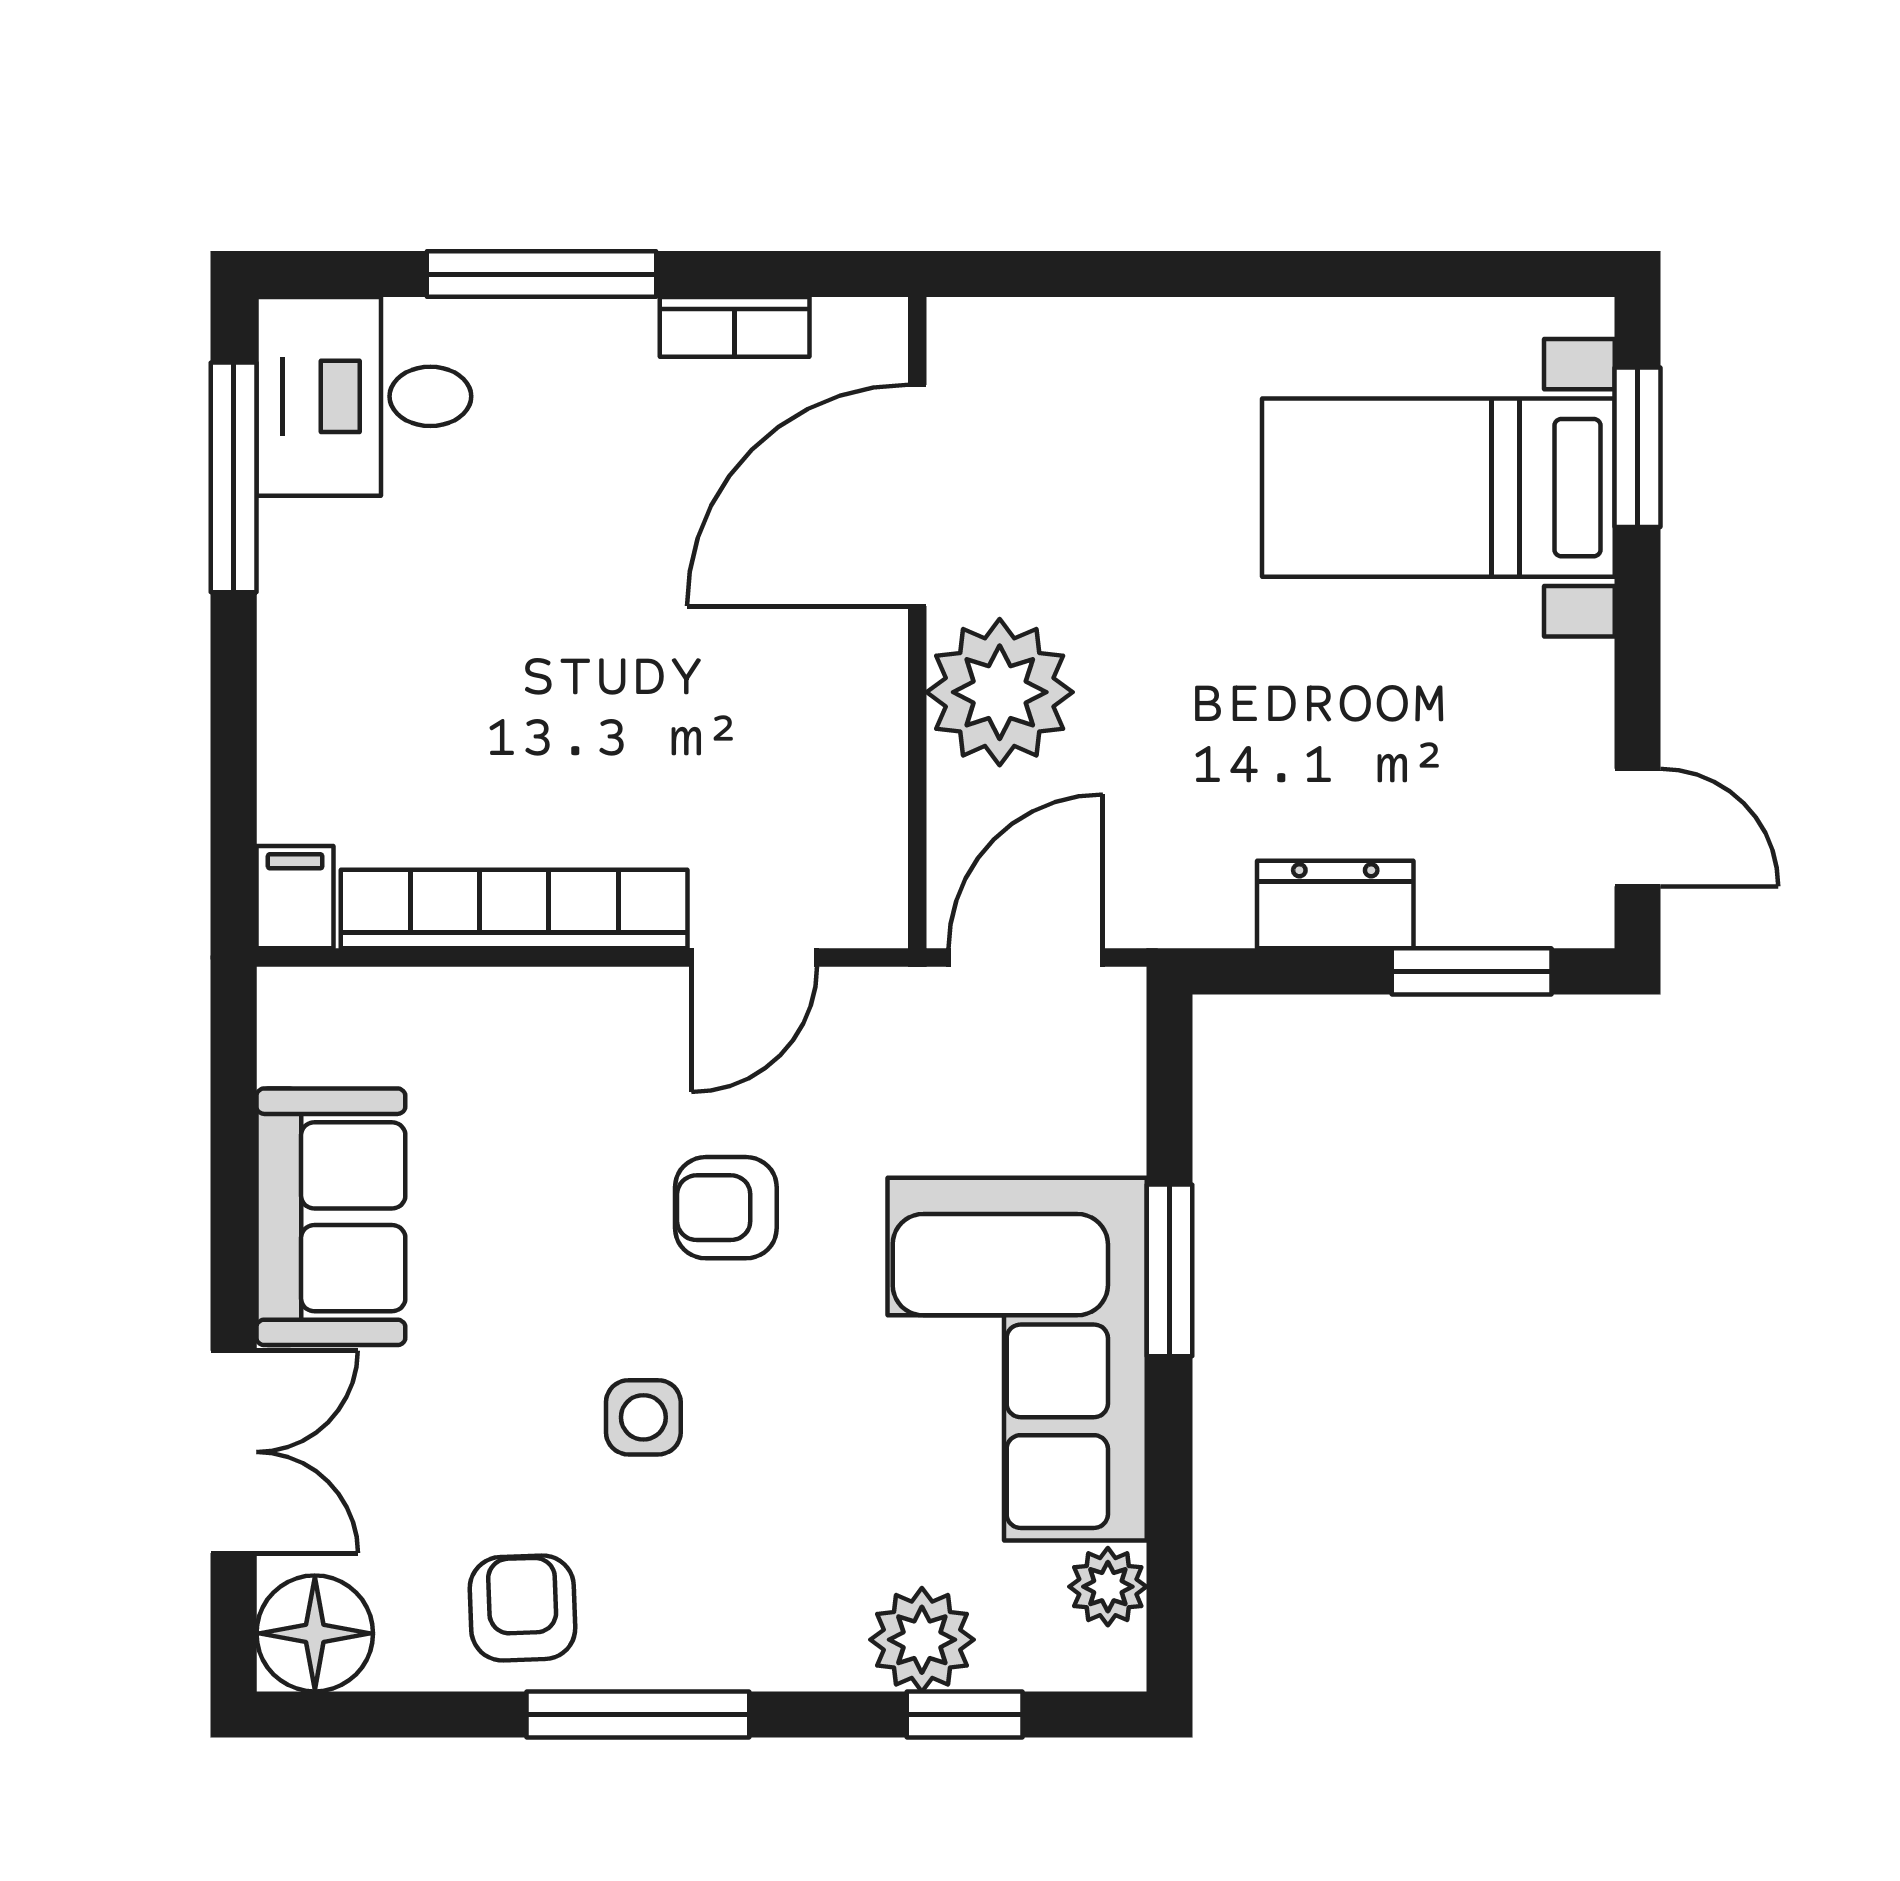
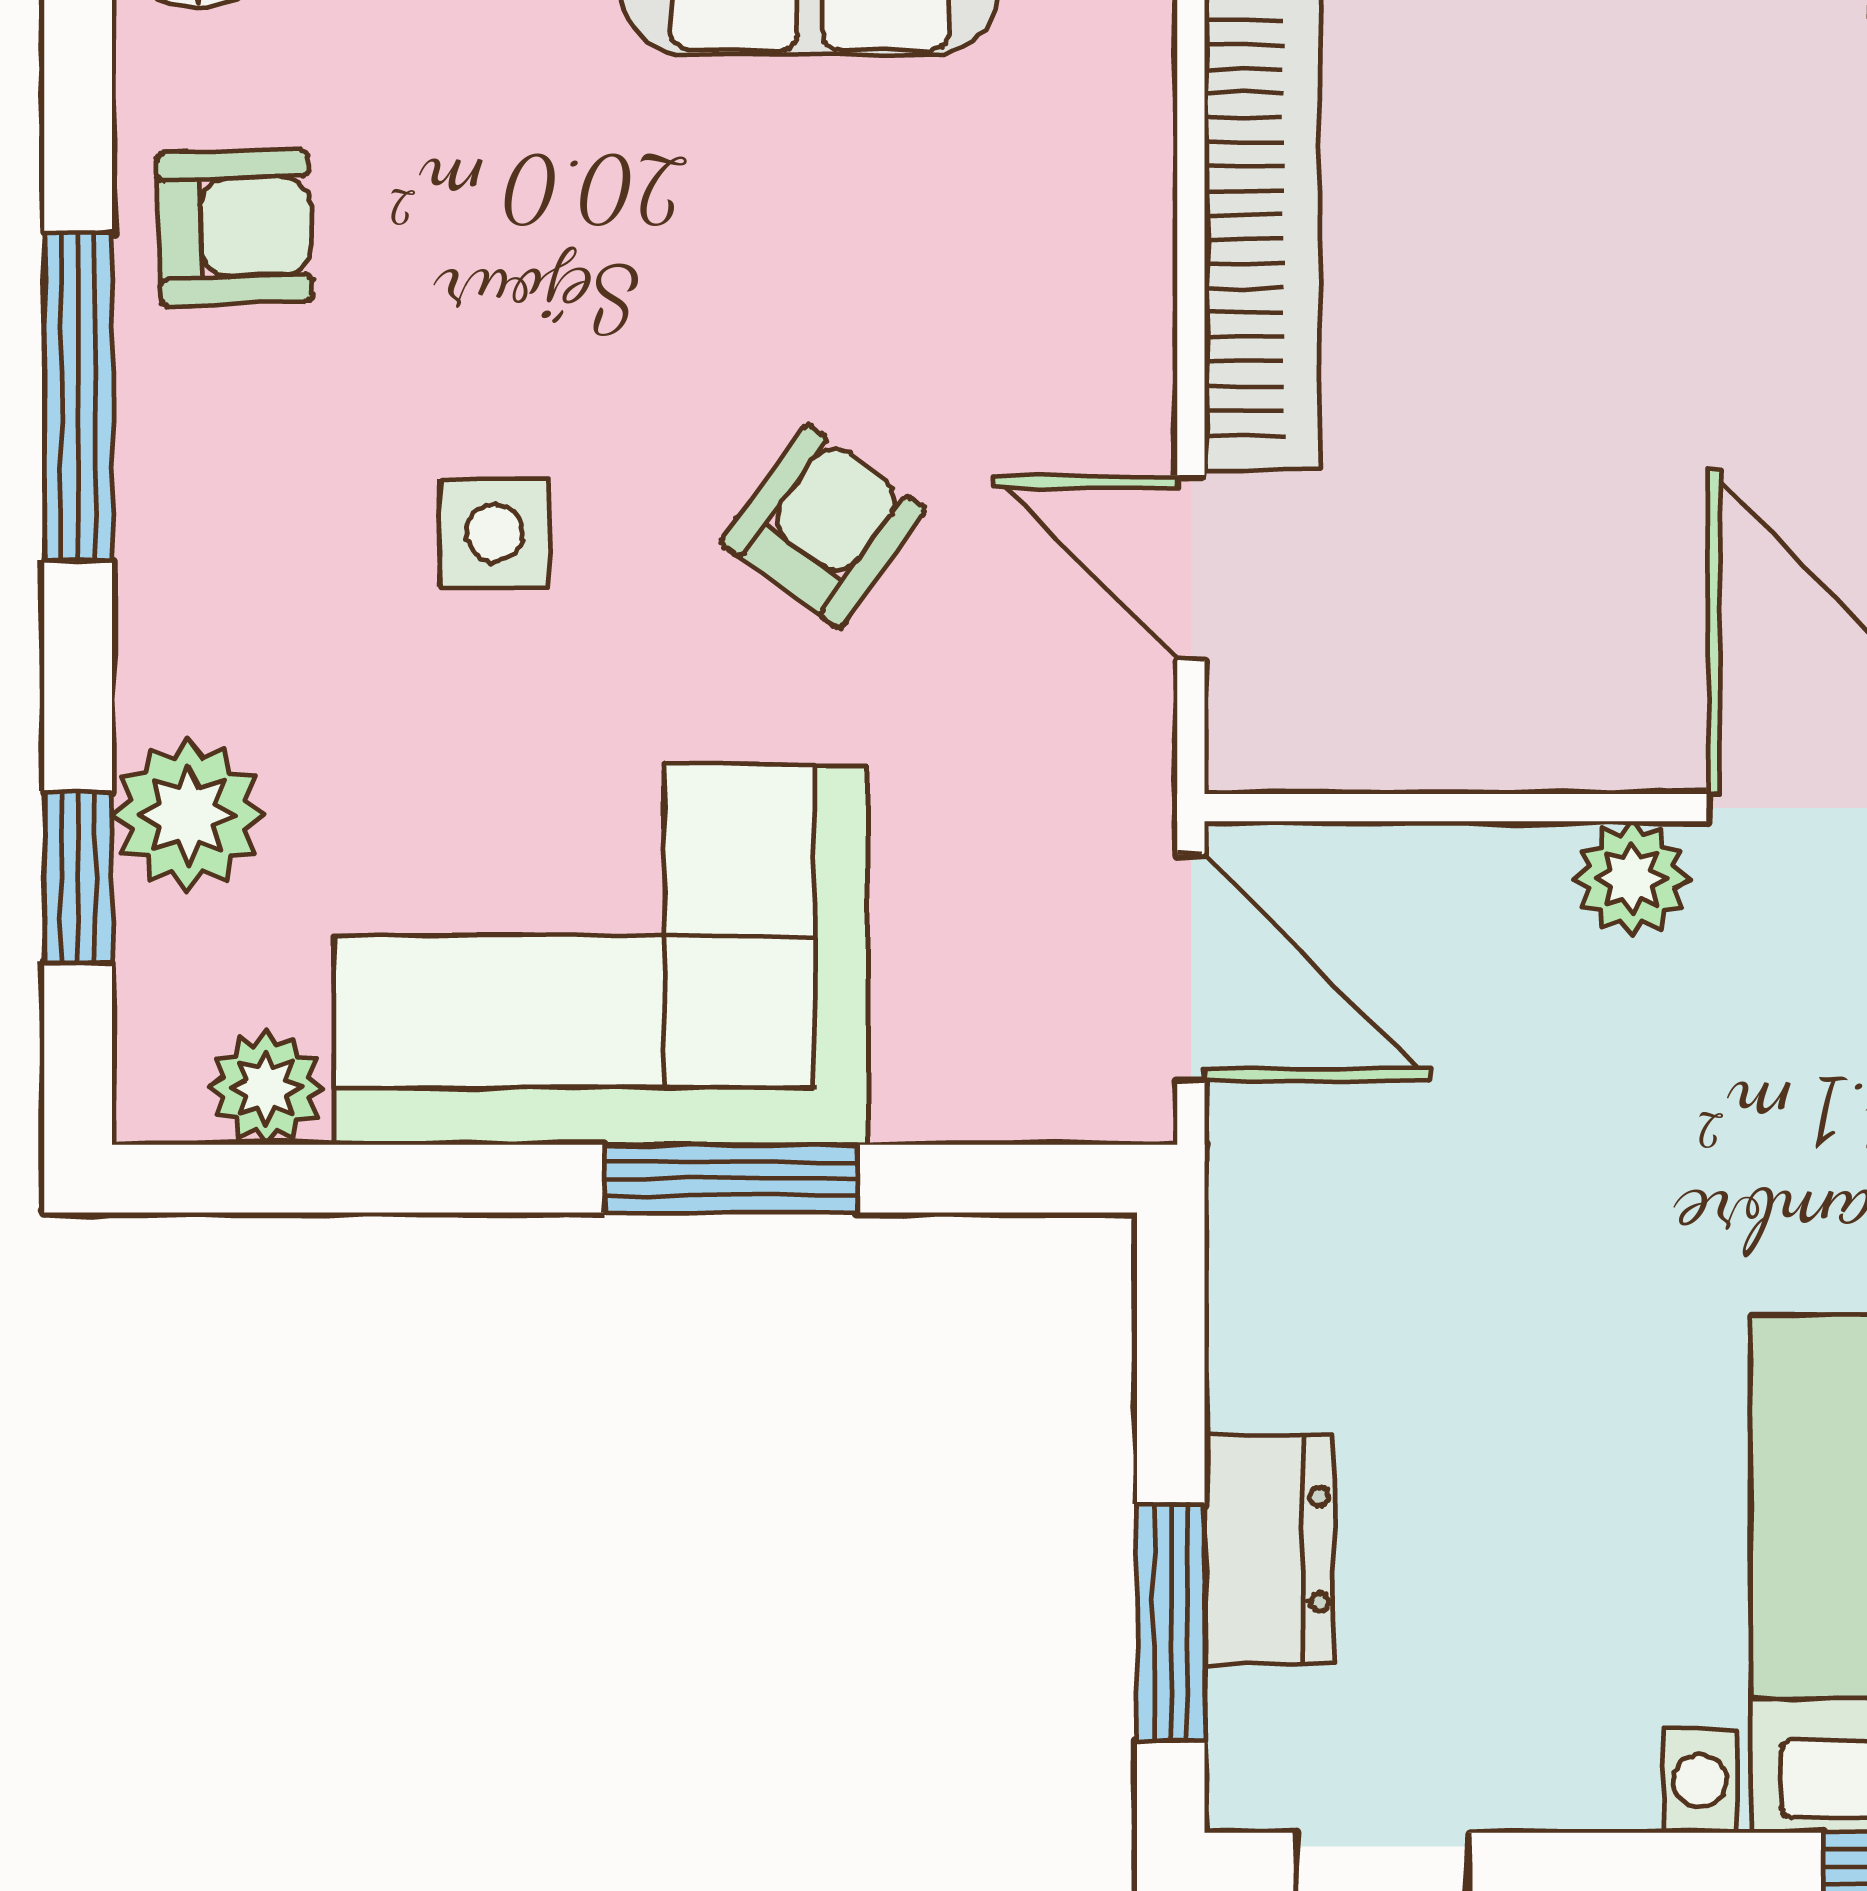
plant: (1000, 692) -> (1631, 879), width x0.53, depth x0.53
dresser: (1335, 904) -> (1269, 1549), moved
armchair: (726, 1208) -> (823, 526), turned 36
side table: (643, 1417) -> (495, 533), moved

